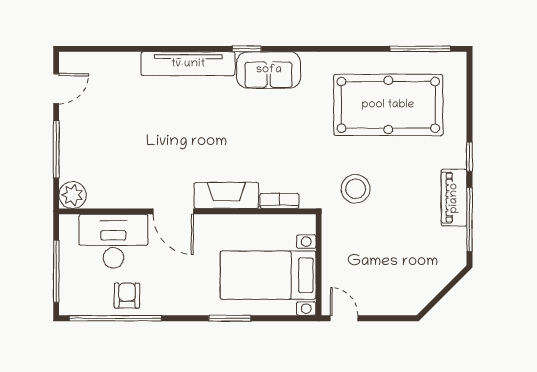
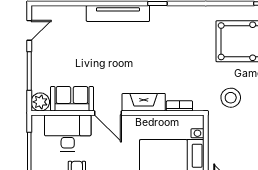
sofa: (269, 70) -> (72, 99), moved, turned 180

